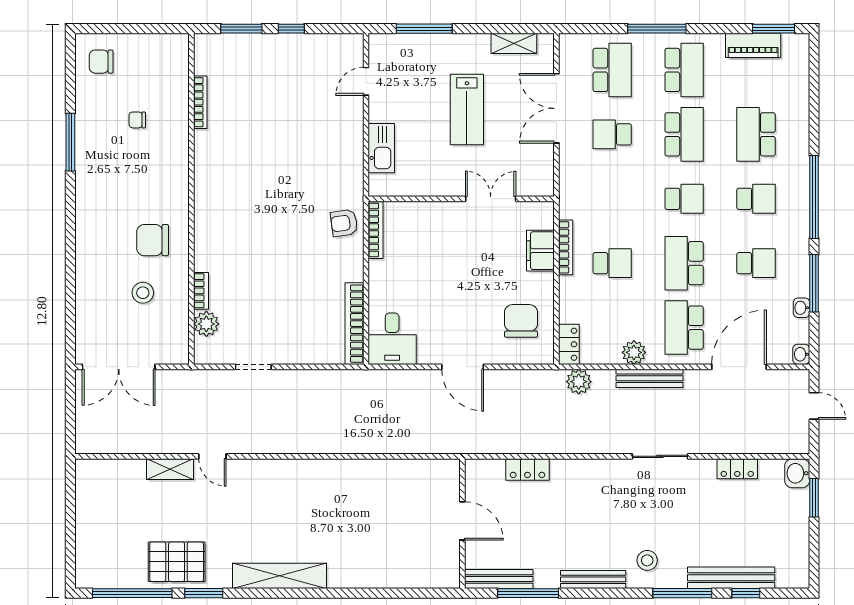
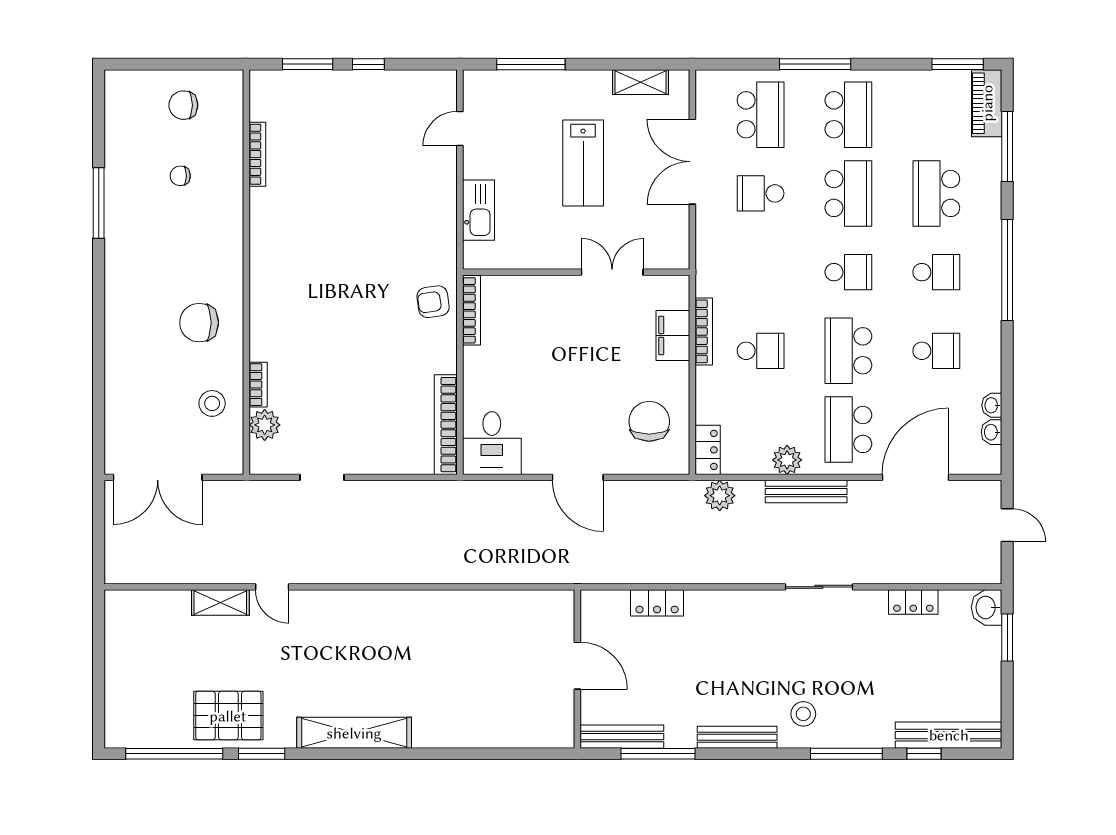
piano: (753, 45) -> (987, 103), moved, turned 90
chair: (101, 62) -> (183, 105), moved
window: (814, 283) -> (1007, 147), moved
stool: (143, 293) -> (212, 403), moved
washbasin: (801, 354) -> (991, 432), moved
bench: (731, 578) -> (949, 735), moved

